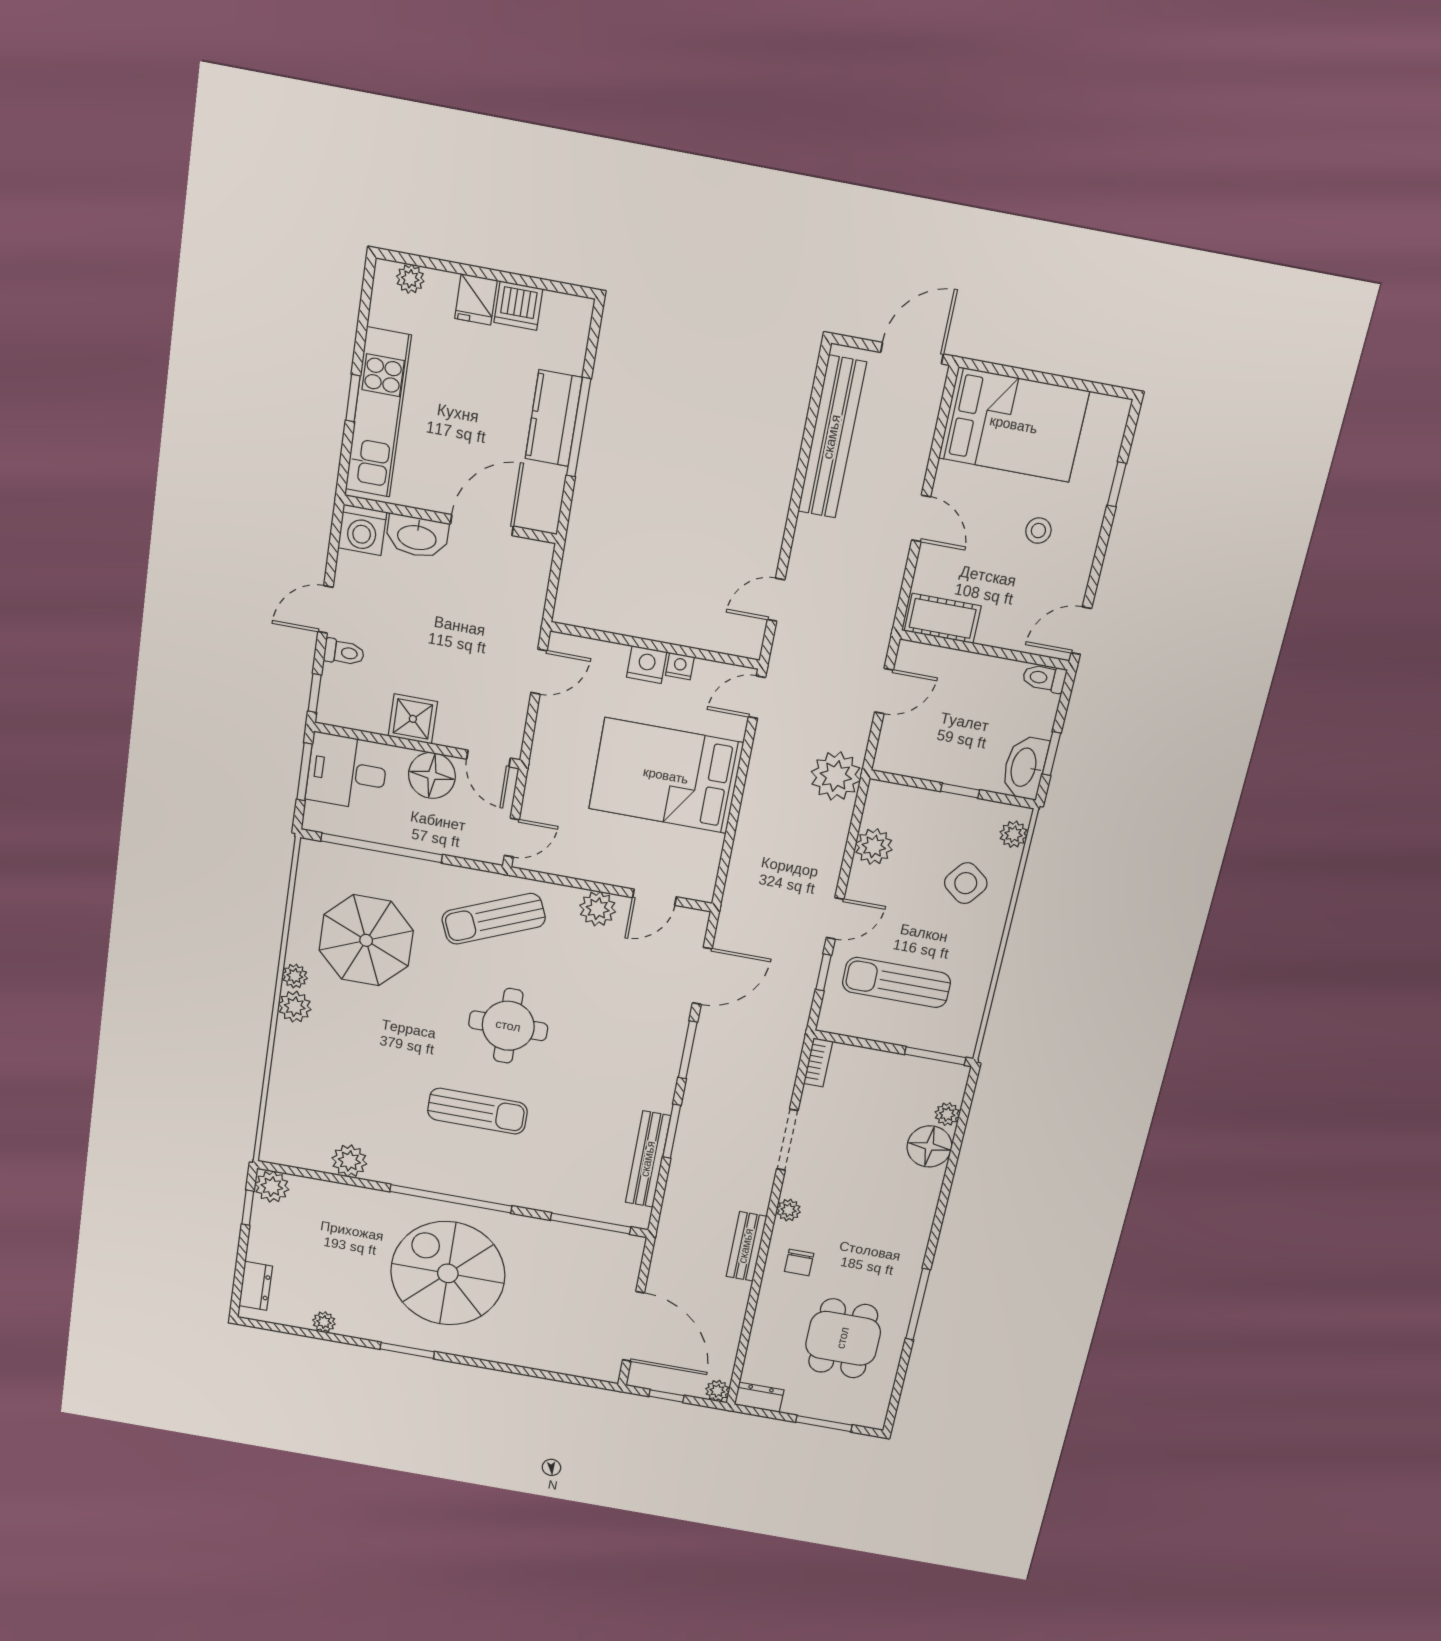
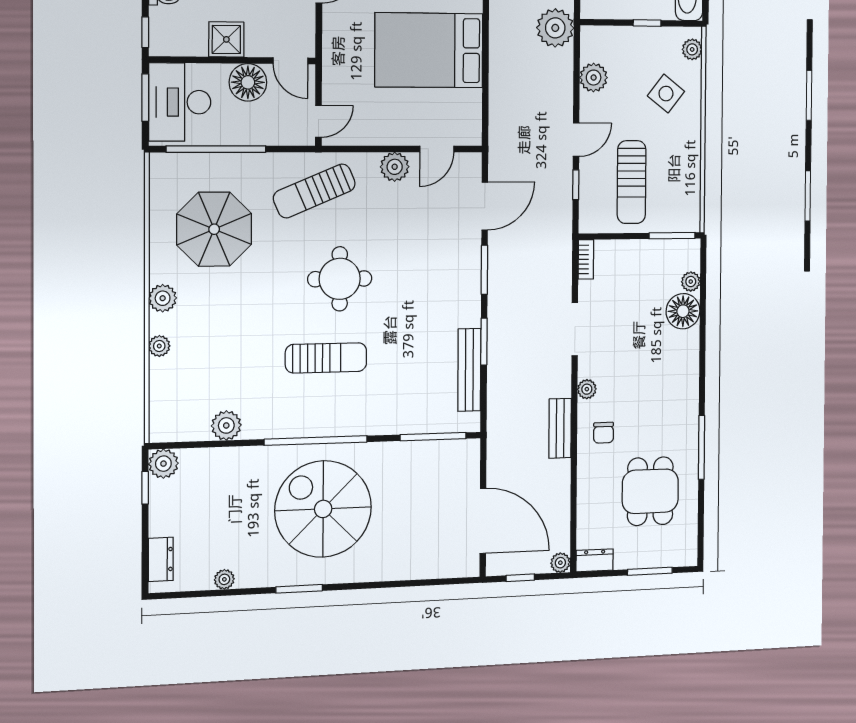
desk: (347, 772) -> (180, 102), width x1.37
plant: (295, 976) -> (159, 346), moved
sun lounger: (896, 982) -> (632, 182), turned -90

